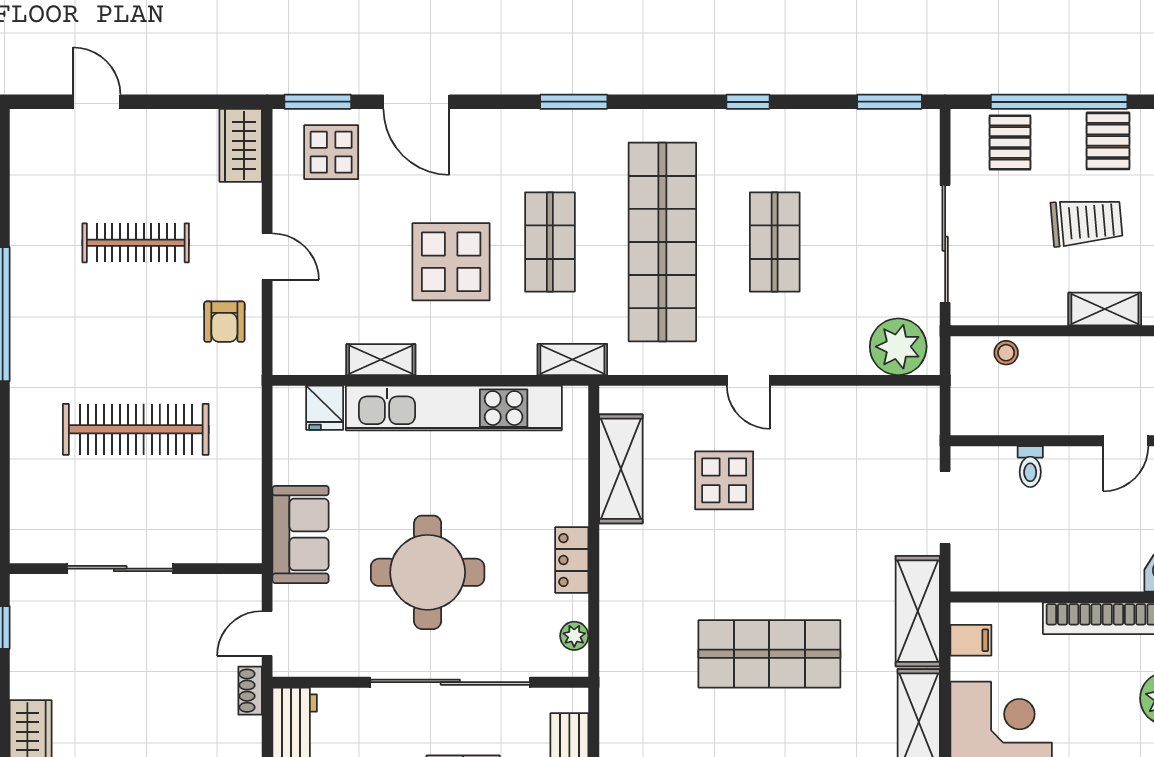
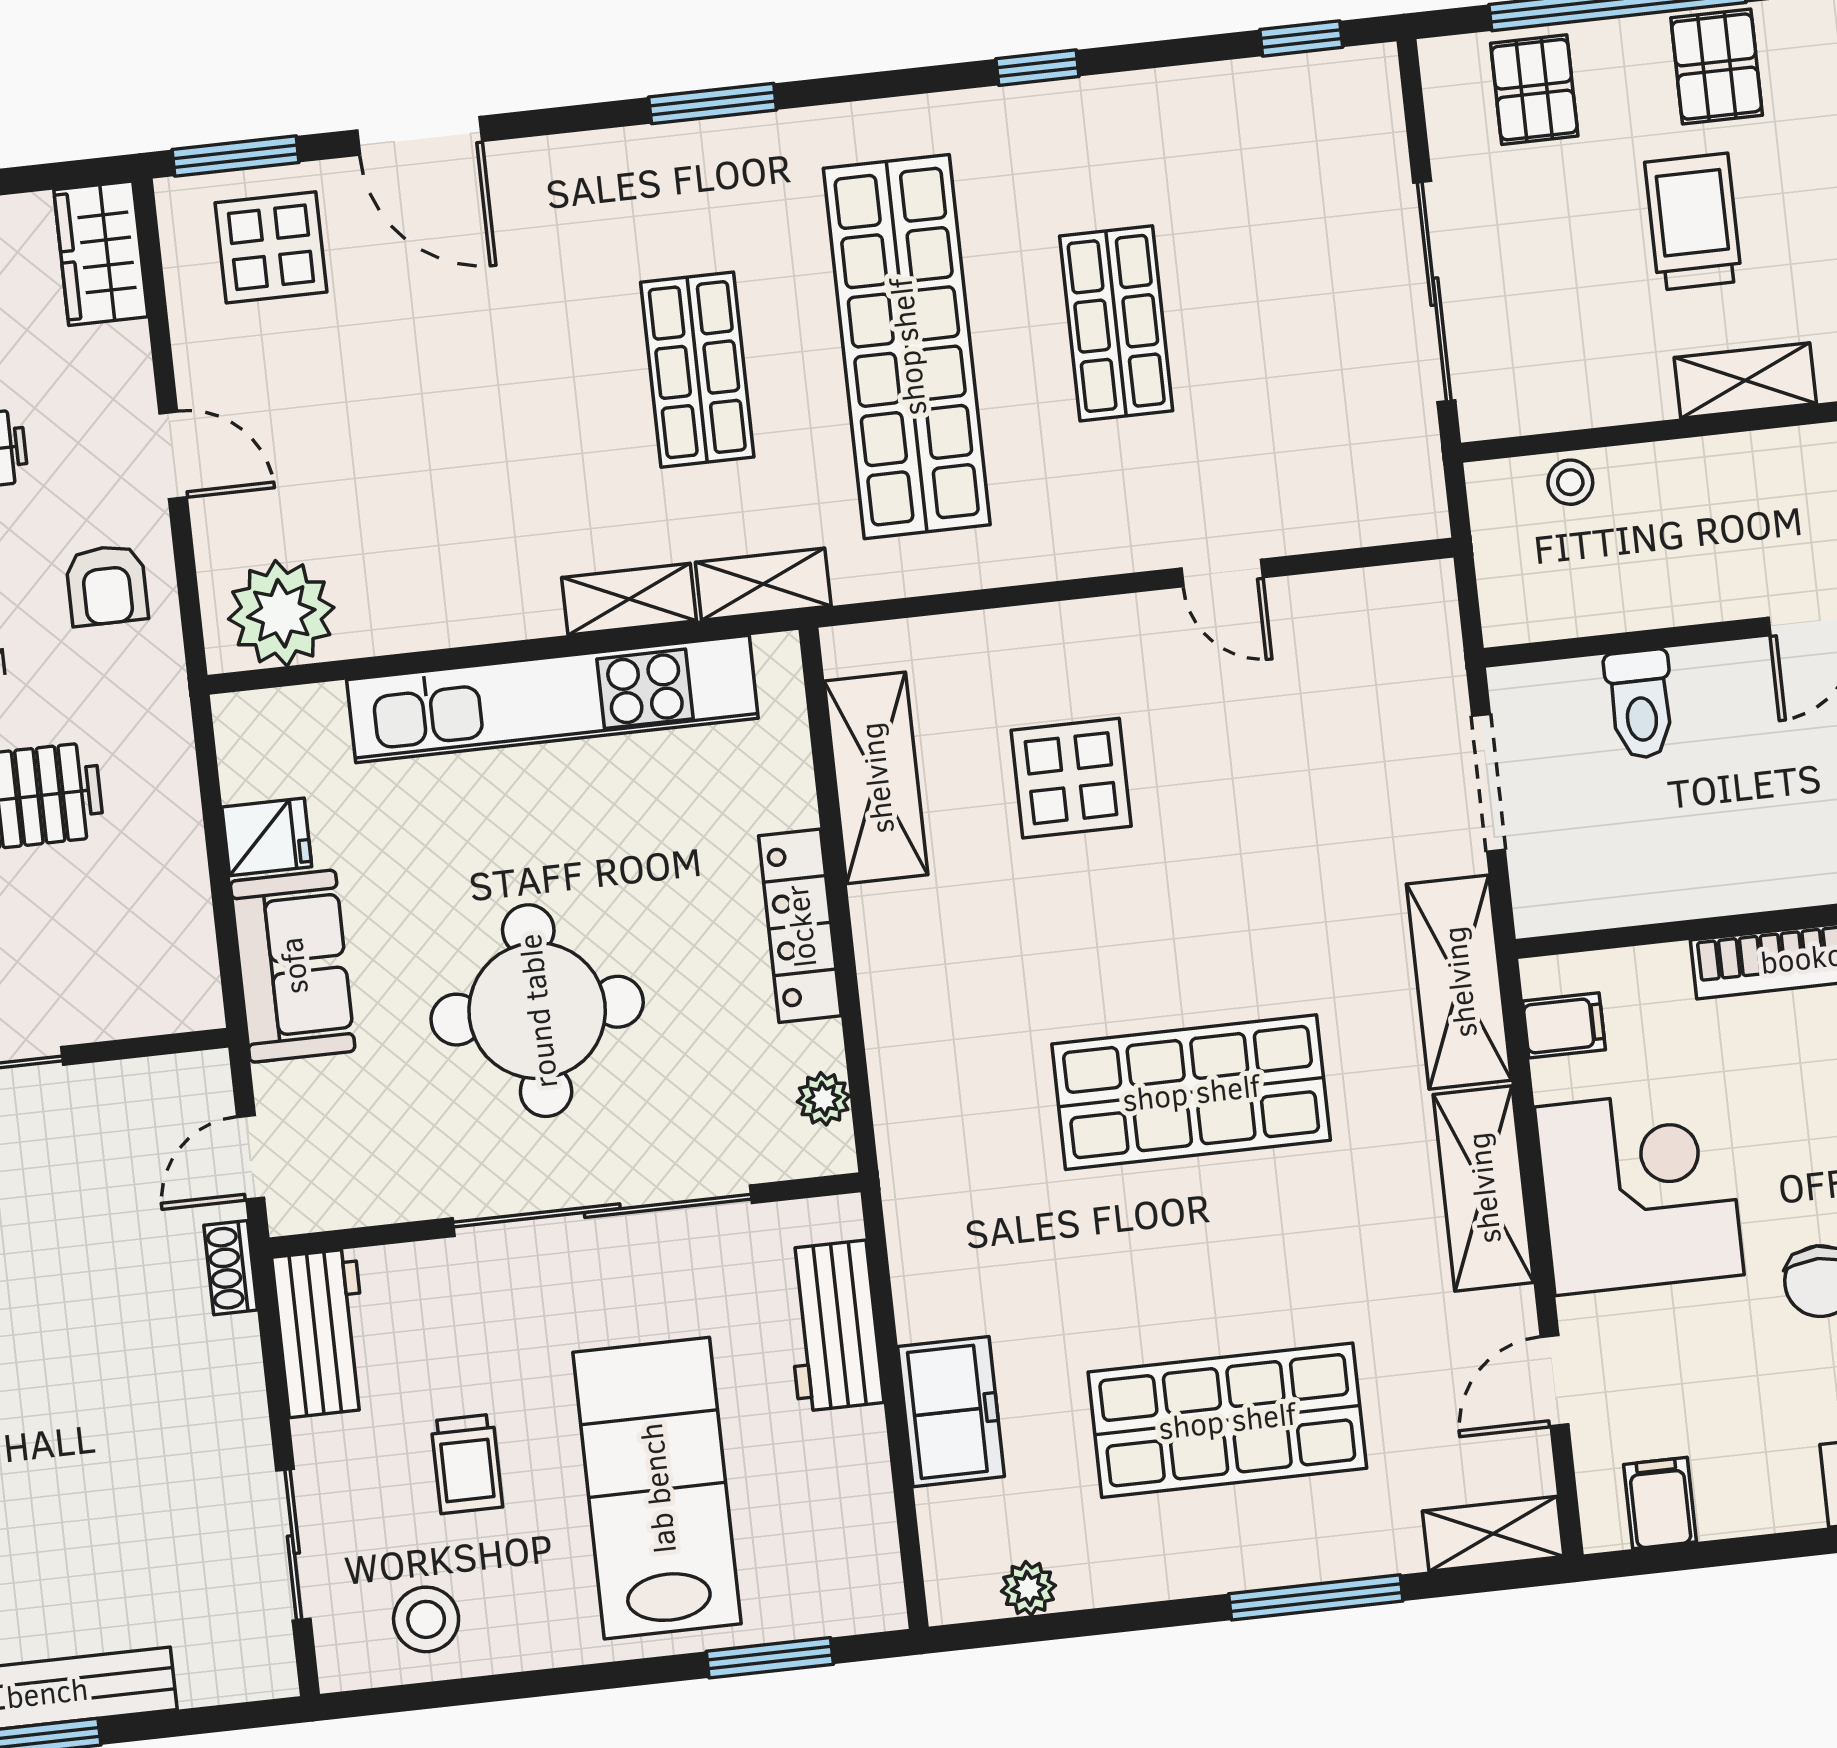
window: (889, 102) -> (1301, 38), width x0.67
trolley: (1087, 222) -> (1693, 222), turned -85
display table: (451, 262) -> (517, 427), removed
plant: (898, 347) -> (281, 613), moved
shelving: (381, 360) -> (629, 599), moved
door: (748, 380) -> (1222, 573), moved
fridge: (325, 408) -> (267, 837), moved, turned -90
toilet: (1030, 467) -> (1640, 704), width x1.37, depth x1.39
locker: (572, 560) -> (800, 926), width x1.53

